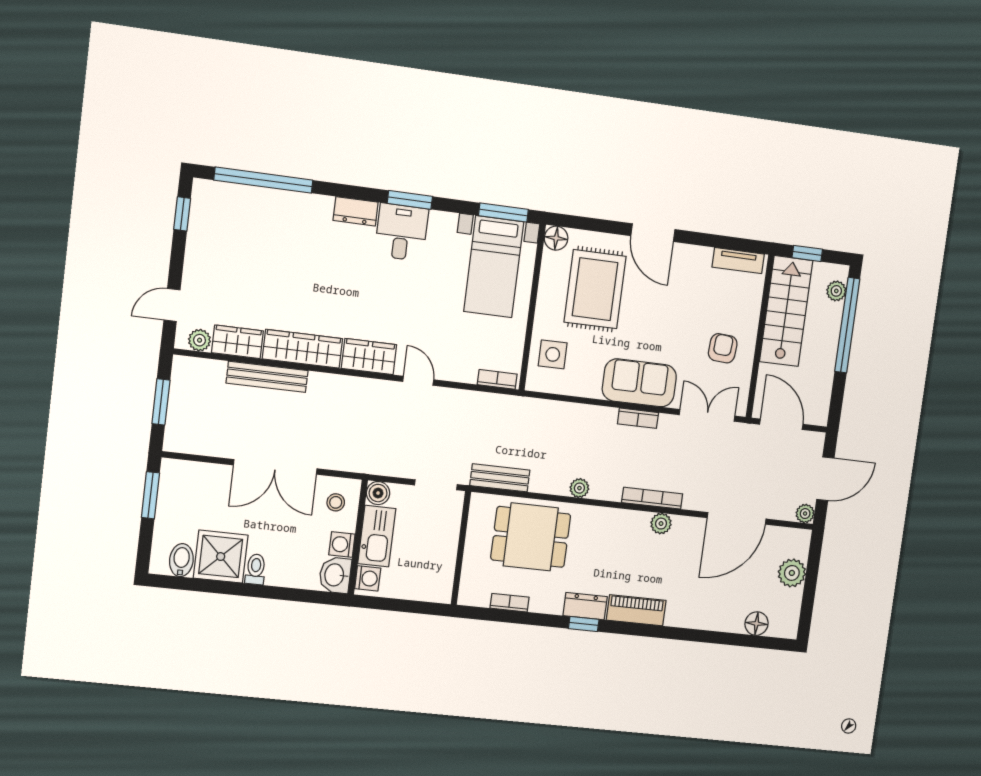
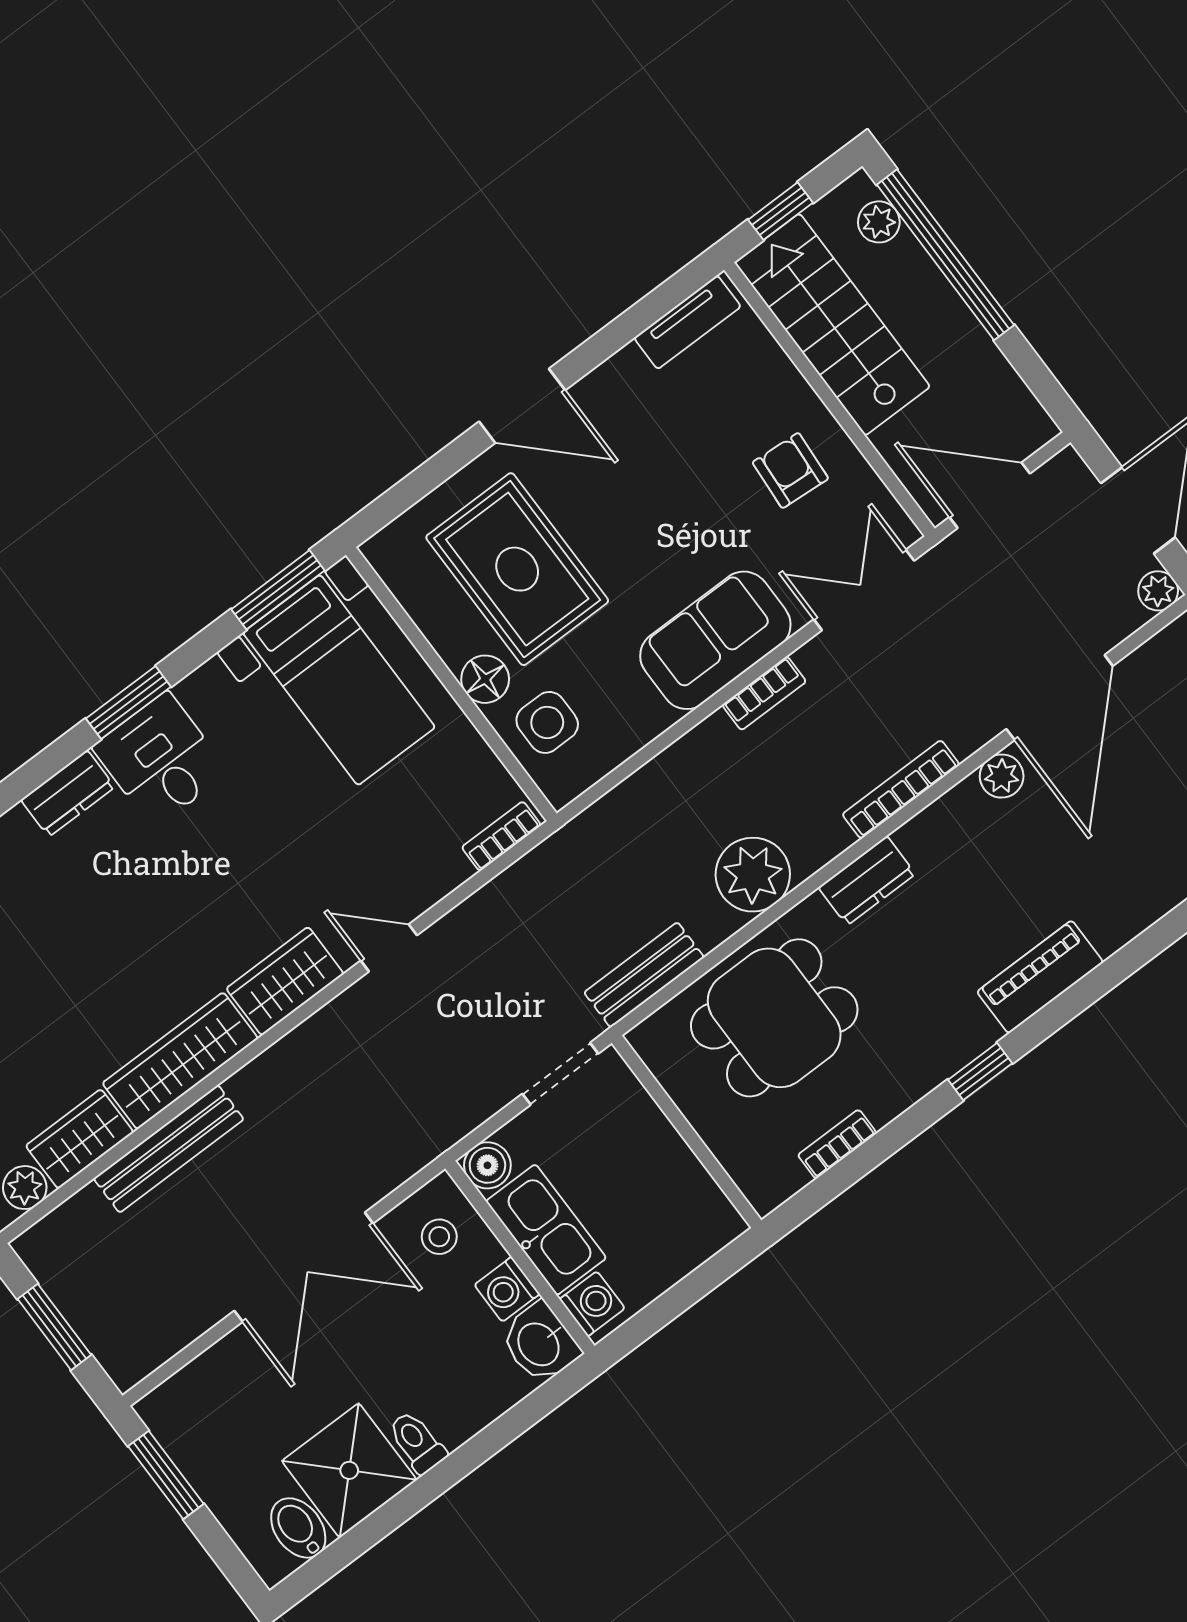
floor lamp: (556, 238) -> (485, 679), moved
plant: (579, 488) -> (753, 875), width x1.87, depth x1.87
plant: (661, 524) -> (1002, 776), moved
dresser: (585, 606) -> (867, 881), moved, turned 180

